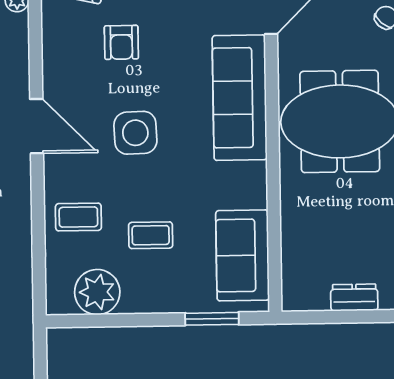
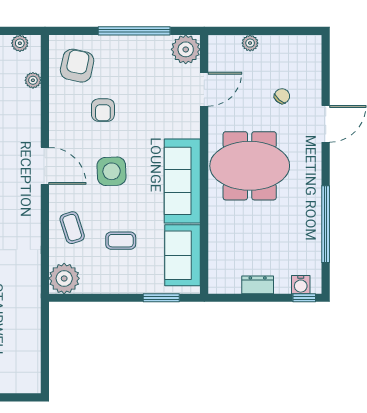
sofa: (240, 98) -> (182, 181), moved
coffee table: (78, 217) -> (72, 228), turned 72
plant: (97, 292) -> (64, 278), moved

